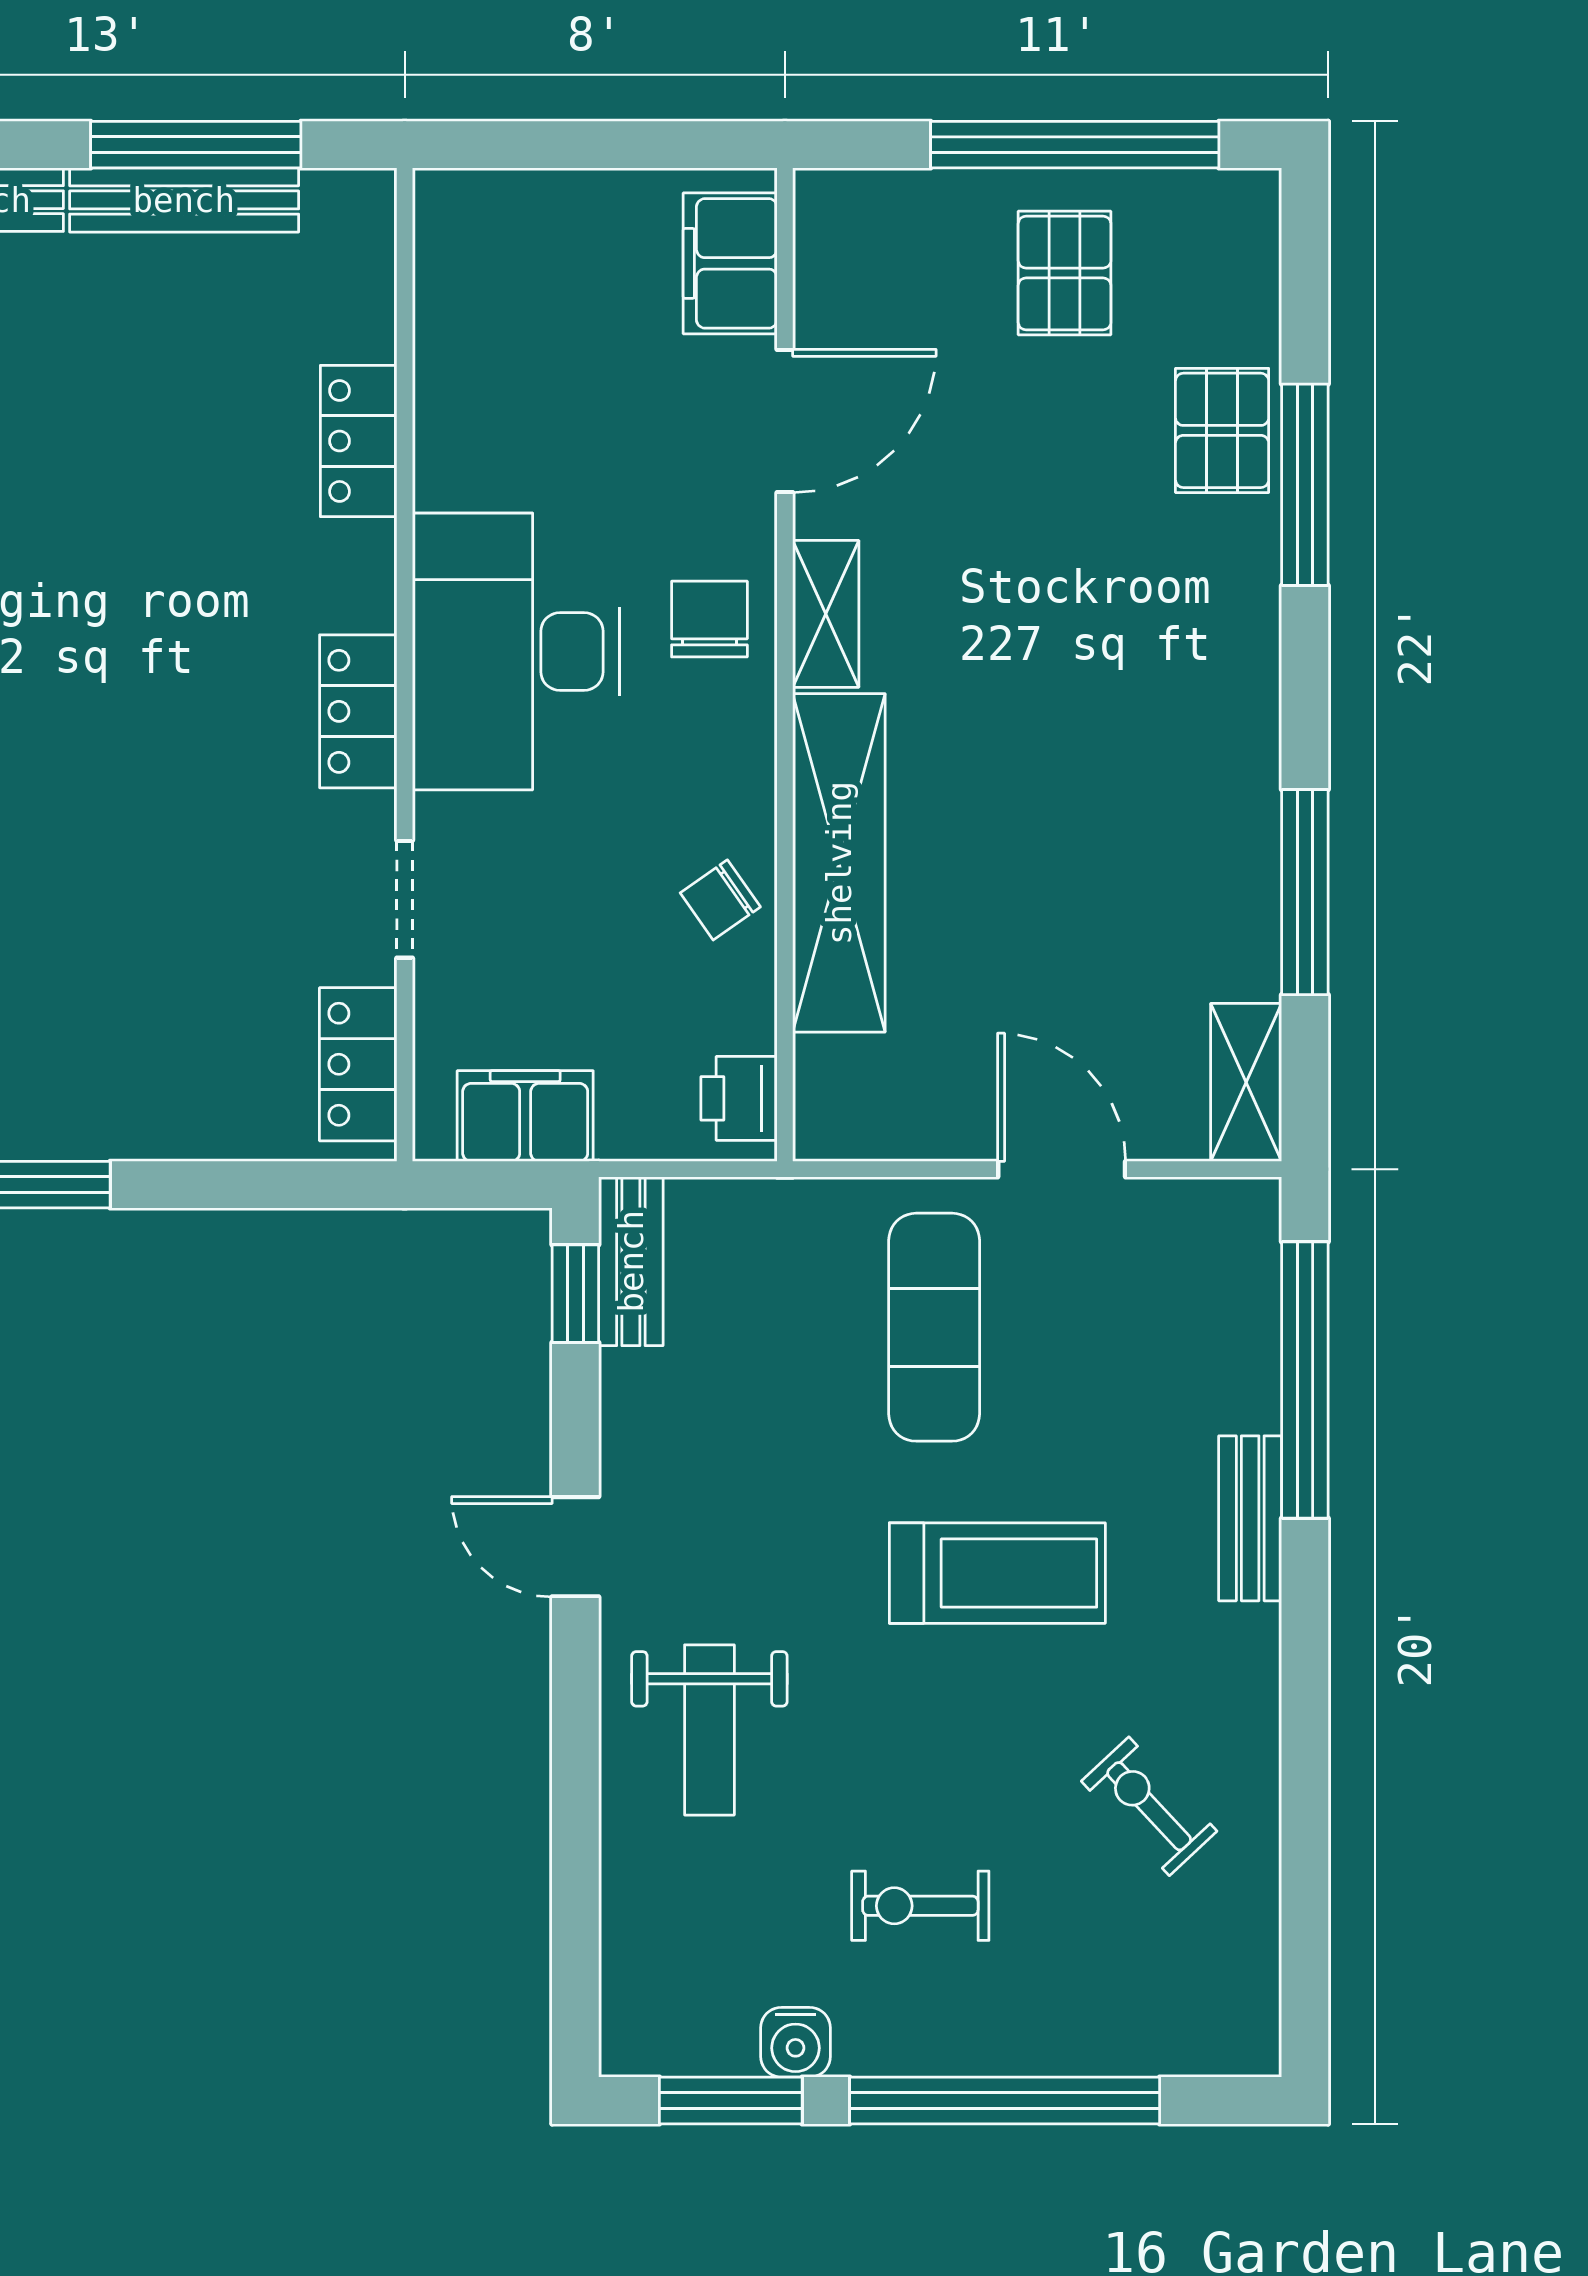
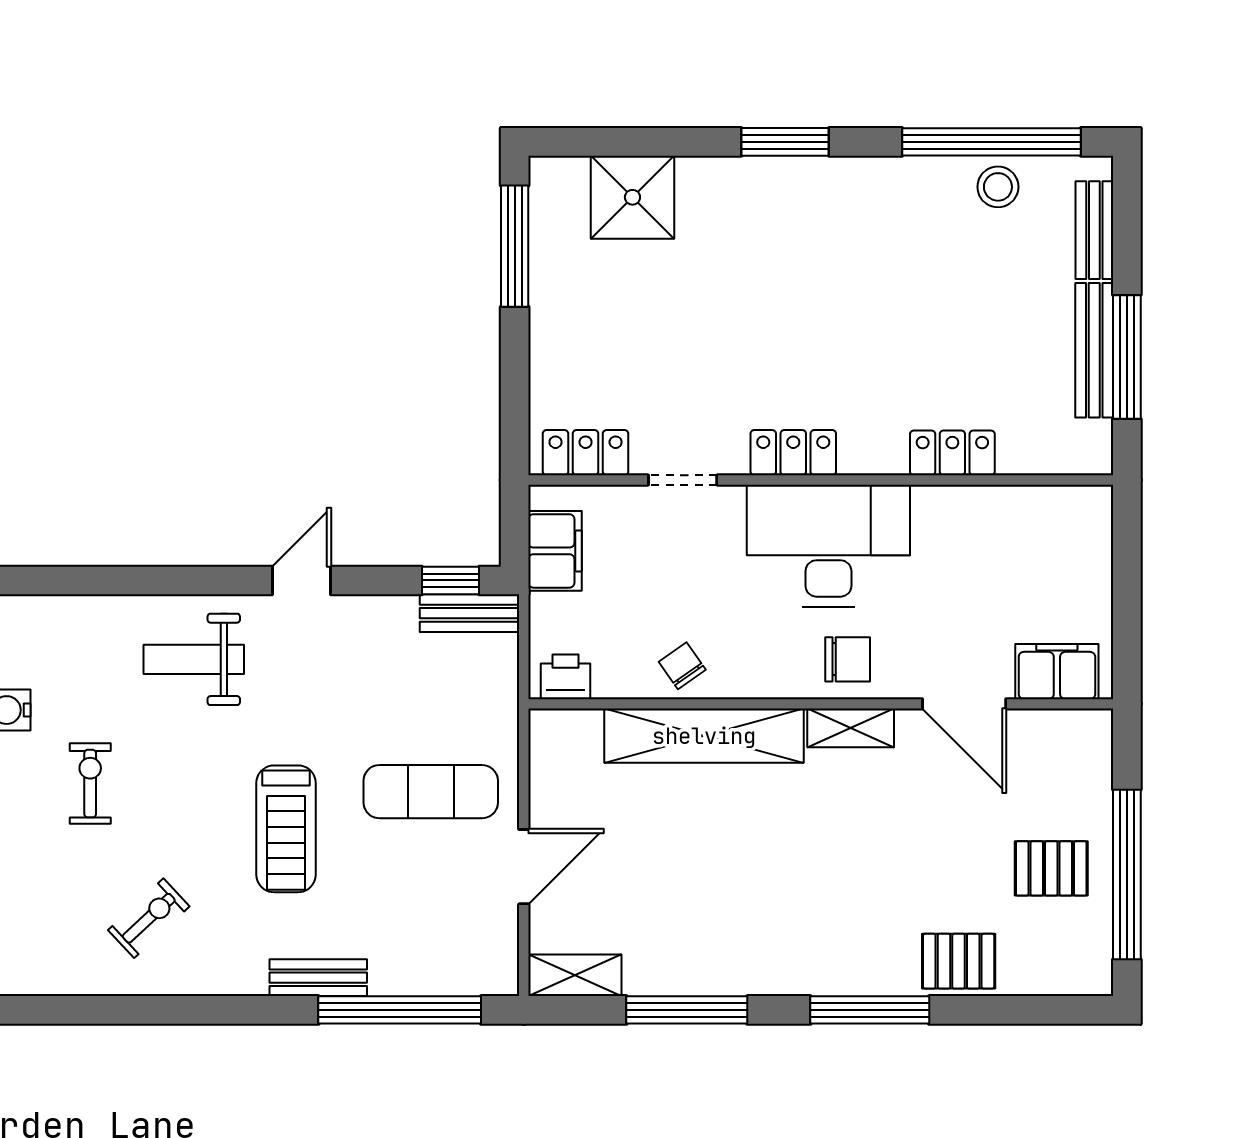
window: (1305, 485) -> (870, 1010), moved

